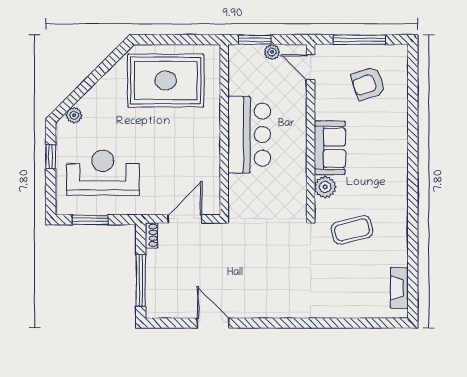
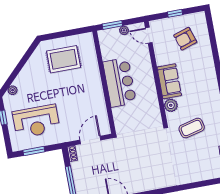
window: (359, 40) -> (175, 13), width x0.46
rug: (166, 81) -> (64, 59), width x0.73, depth x0.69
reception desk: (103, 173) -> (36, 121), turned 180

